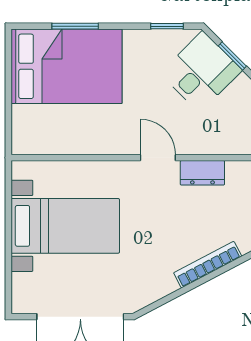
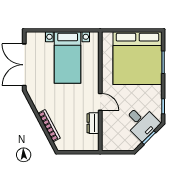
bed: (66, 66) -> (137, 58), width x1.36
door: (158, 158) -> (100, 102), hinge flipped

